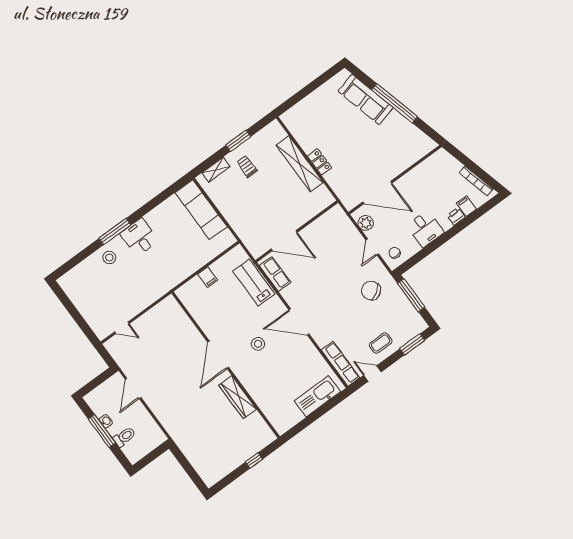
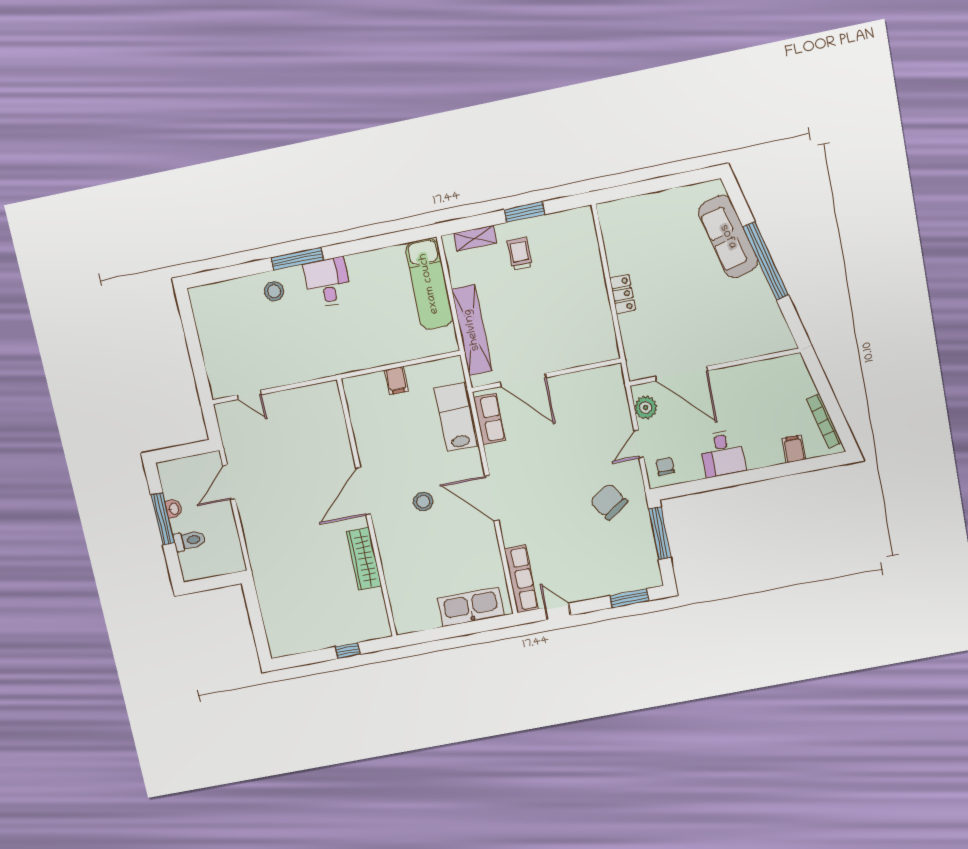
shelving: (300, 164) -> (472, 330), moved
printer: (456, 216) -> (773, 456), removed
coffee table: (381, 343) -> (588, 577), removed

